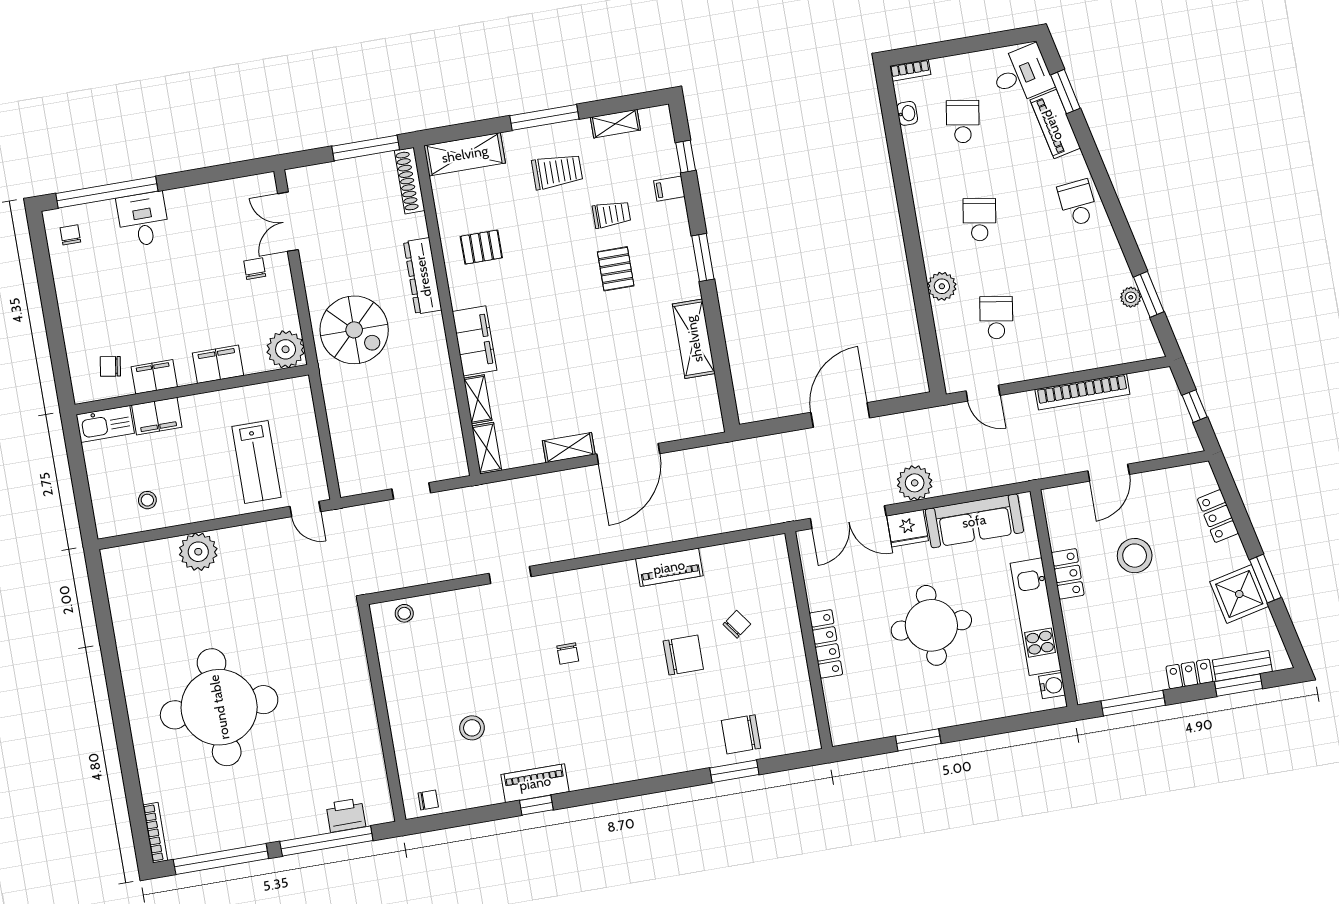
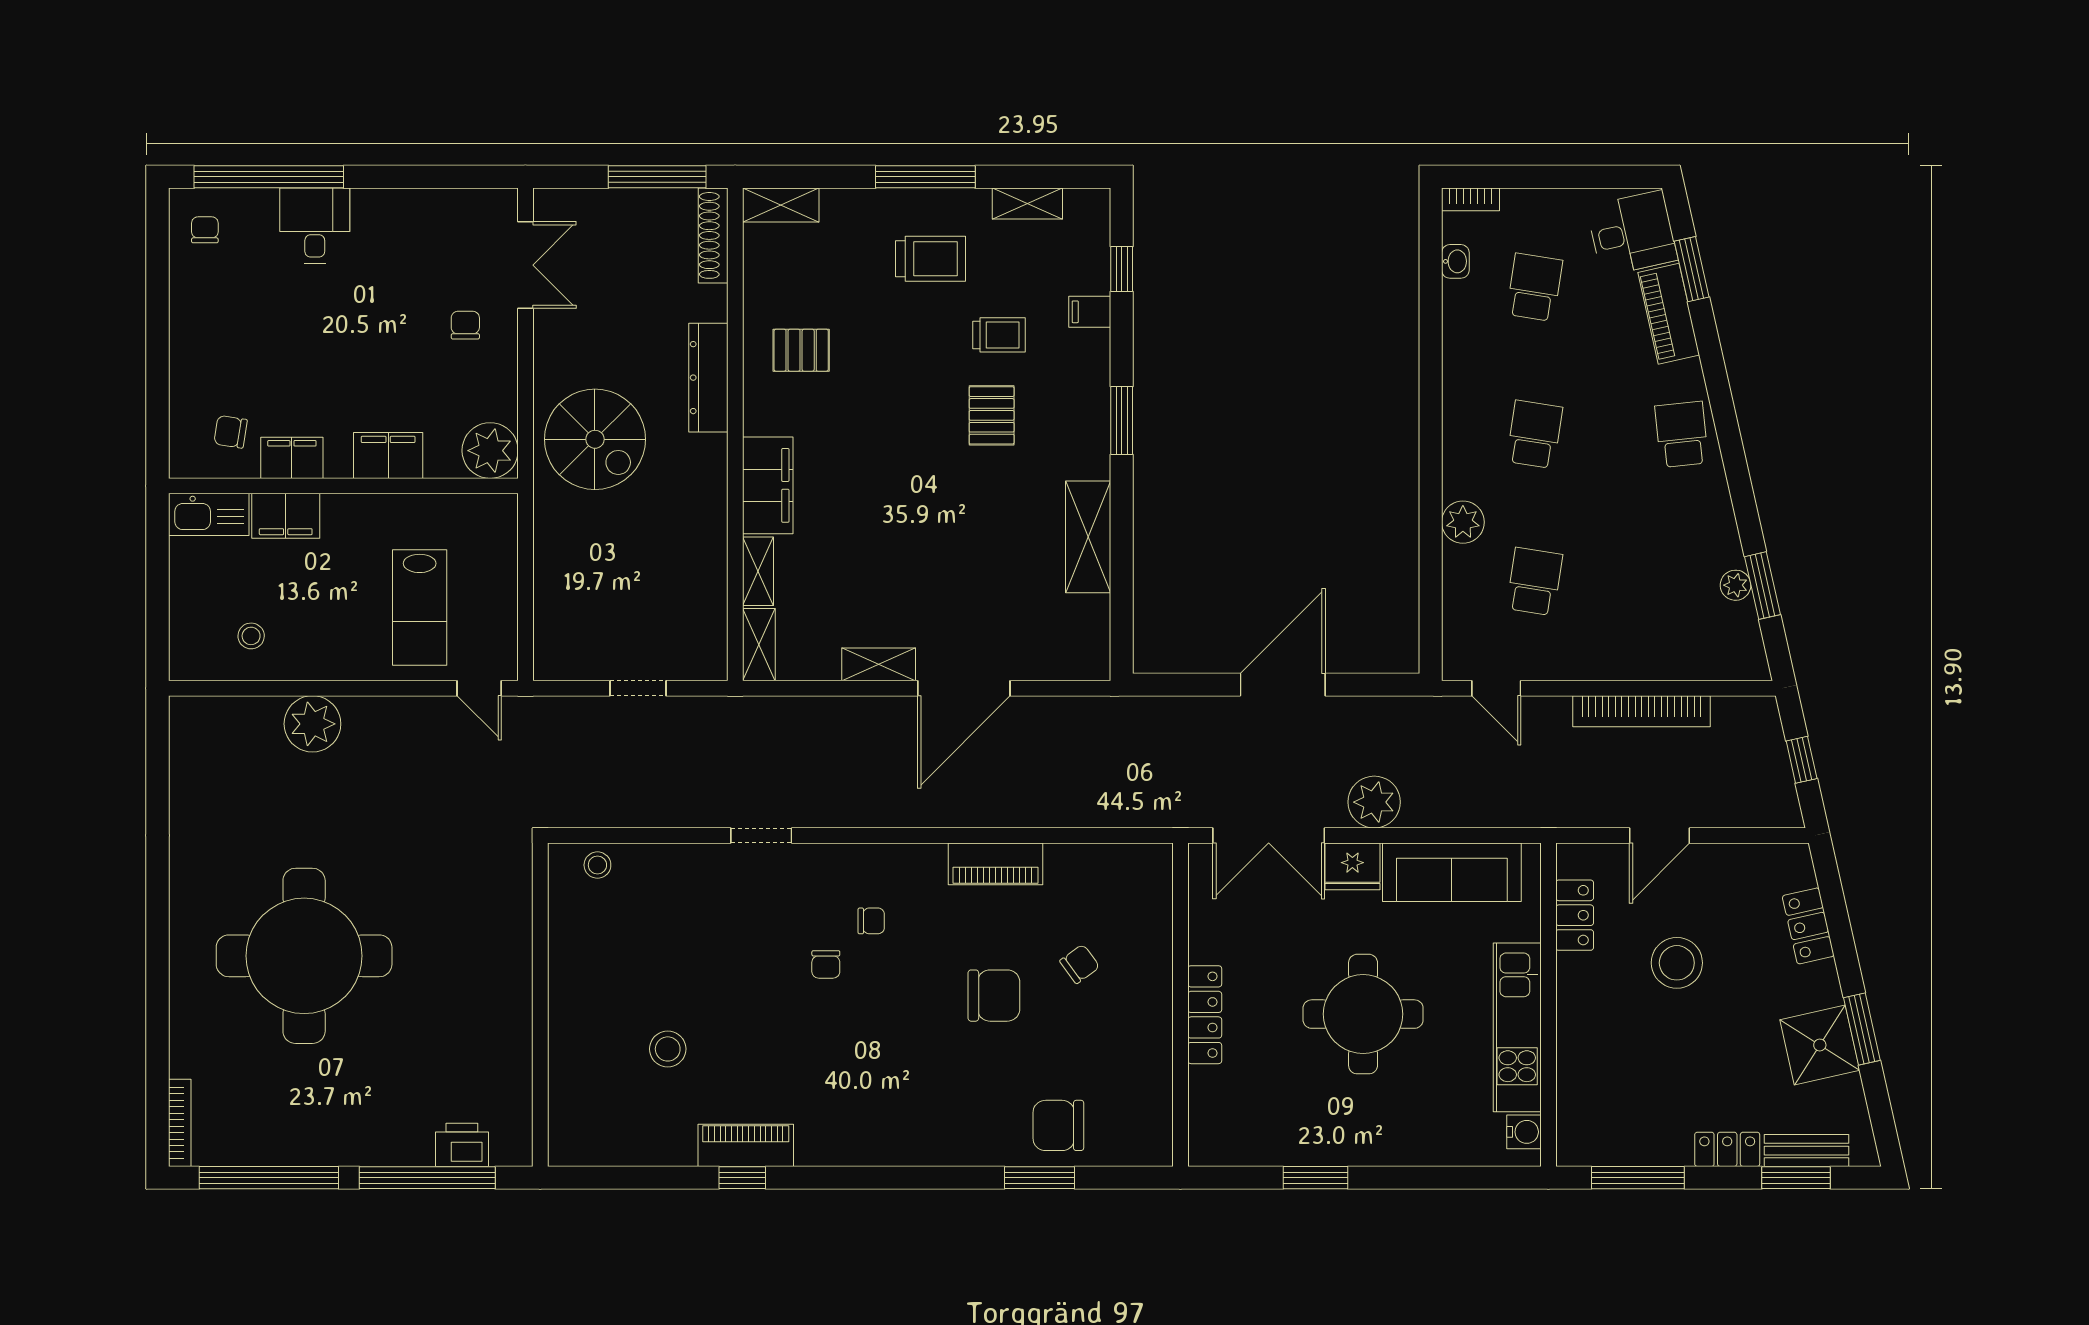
shelving: (465, 154) -> (781, 205), width x0.67, depth x0.75
double door: (288, 222) -> (525, 265), swing flipped
locker: (1068, 574) -> (1575, 915), moved
chair: (428, 800) -> (871, 921), moved

